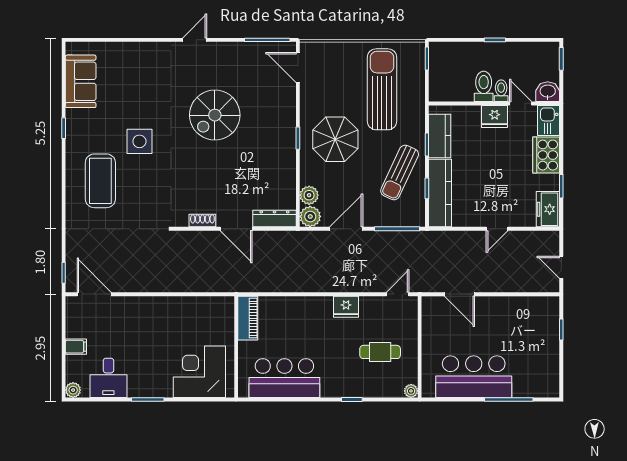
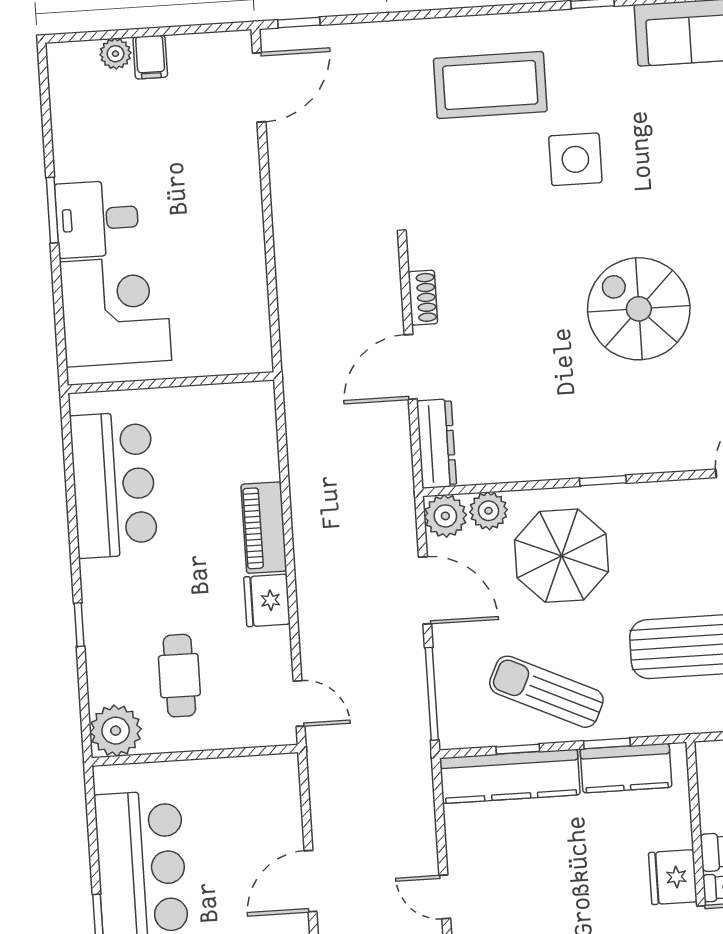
parasol: (335, 139) -> (561, 556), moved
door: (459, 294) -> (310, 881), moved
piano: (248, 318) -> (264, 528), moved, turned 90
desk: (108, 378) -> (97, 219), moved
plant: (73, 390) -> (115, 54), moved
plant: (411, 391) -> (116, 731), width x1.88, depth x1.88

